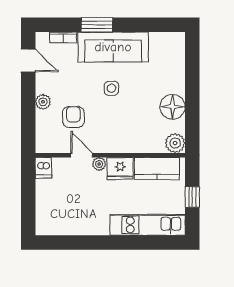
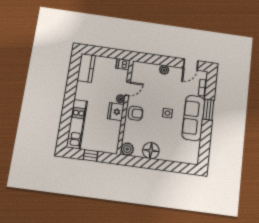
armchair: (73, 117) -> (136, 113), moved
kitchen counter: (157, 169) -> (86, 68), moved, turned 180

